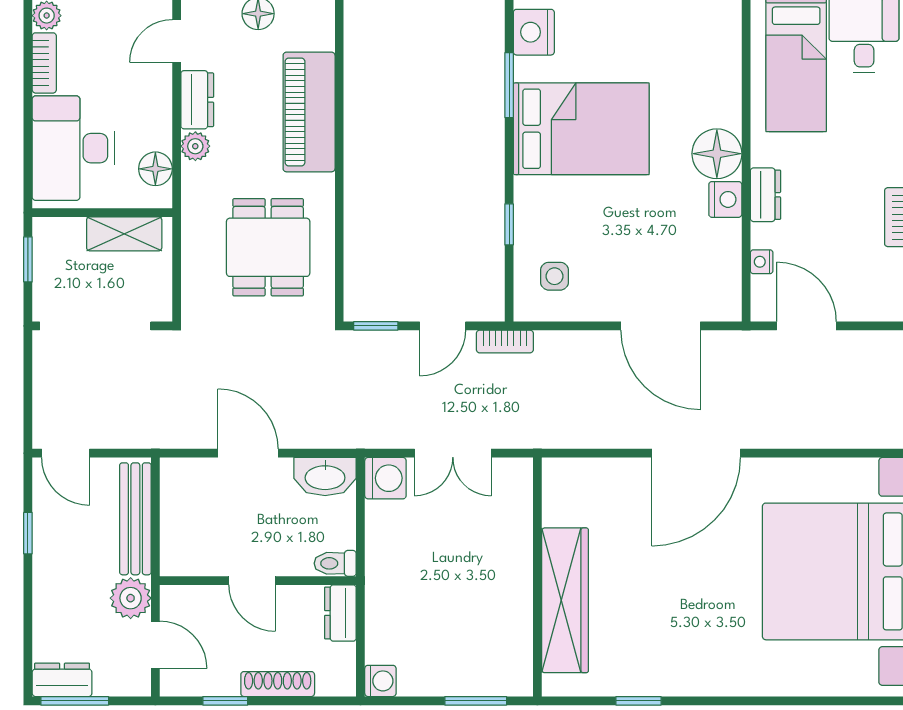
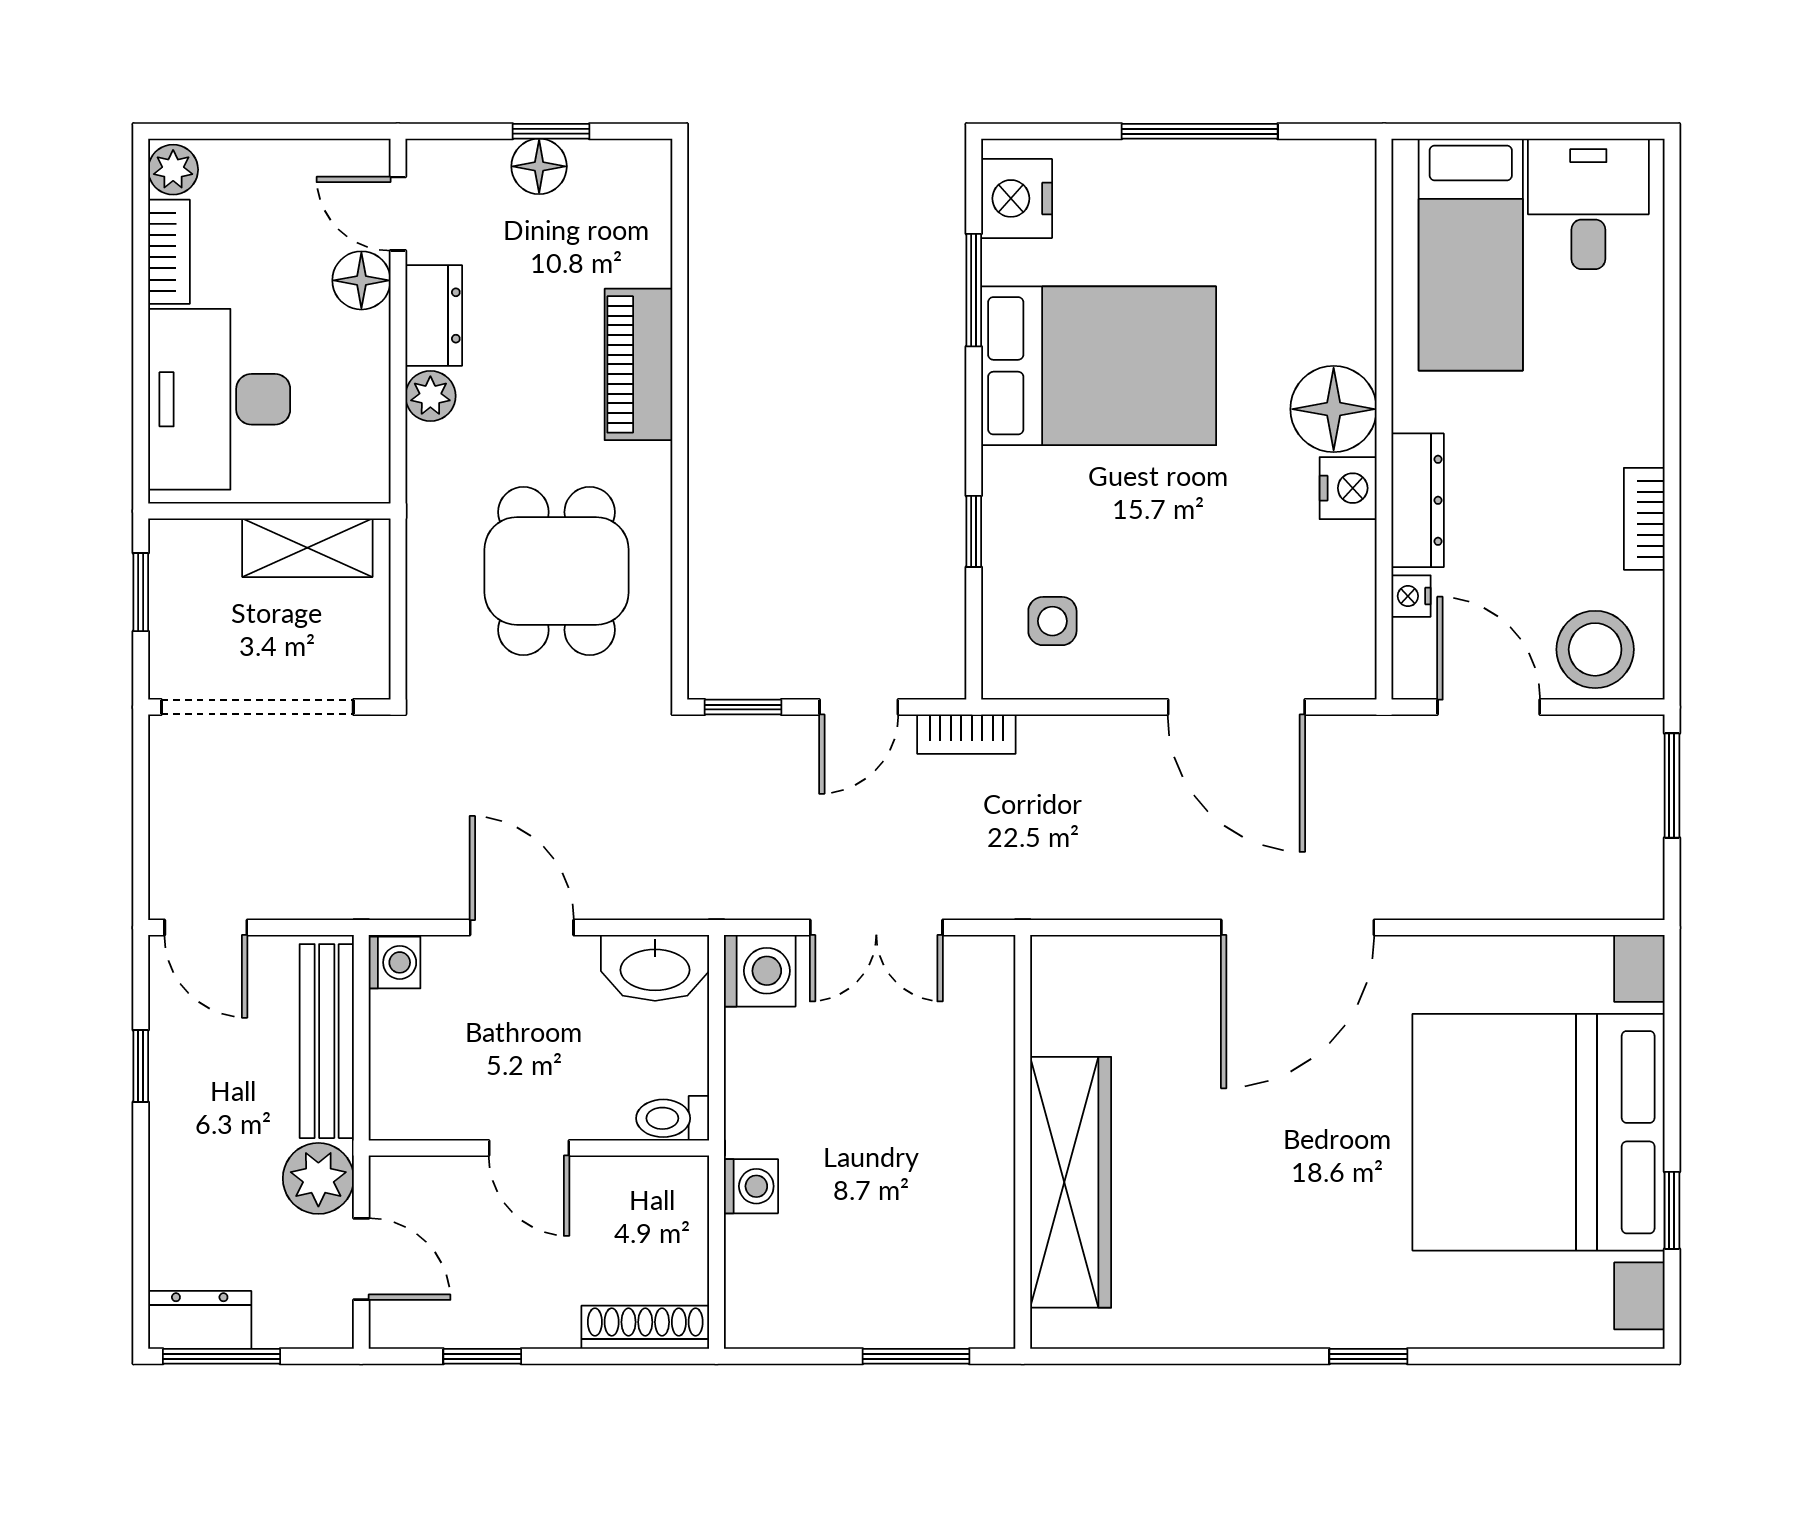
door: (177, 41) -> (398, 214), hinge flipped
piano: (309, 112) -> (638, 364), width x0.73, depth x0.75
floor lamp: (155, 169) -> (361, 280), moved
dresser: (765, 195) -> (1418, 500), width x1.44
stool: (868, 293) -> (1595, 649), added
washing machine: (175, 473) -> (394, 962), added
dresser: (340, 613) -> (682, 1204), removed
washing machine: (380, 681) -> (751, 1186), moved
shoe rack: (278, 684) -> (645, 1327), moved
window: (639, 701) -> (1368, 1356), moved

